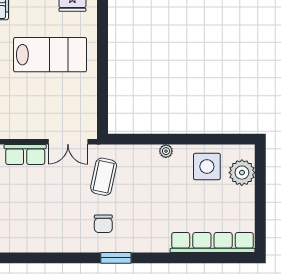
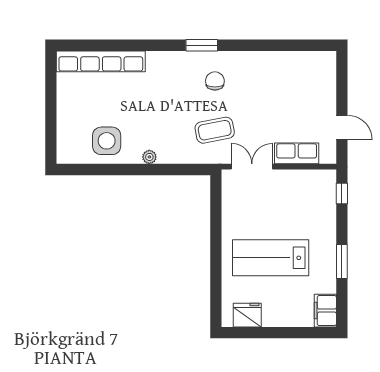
plant: (242, 173) -> (70, 135), removed
coffee table: (104, 177) -> (215, 130), turned 67

